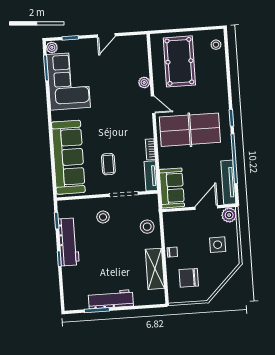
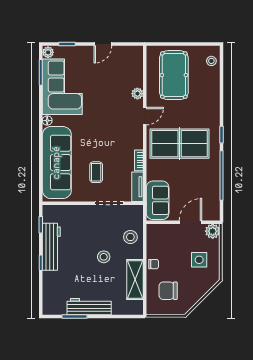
door: (153, 105) -> (145, 116), hinge flipped
floor lamp: (56, 116) -> (47, 121), added
tv unit: (228, 182) -> (214, 199), removed
stool: (103, 217) -> (104, 257), moved

